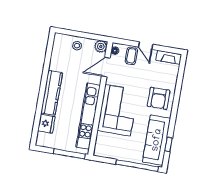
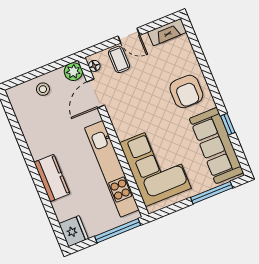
kitchen counter: (52, 93) -> (52, 178), width x0.67
corner sofa: (118, 110) -> (155, 165), moved
fridge: (46, 124) -> (74, 231), moved
window: (169, 144) -> (228, 124), moved
window: (137, 165) -> (212, 193), width x0.68

